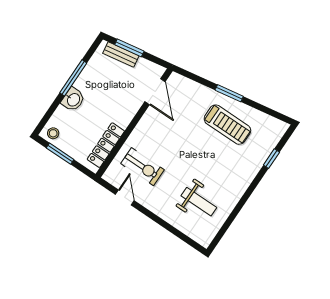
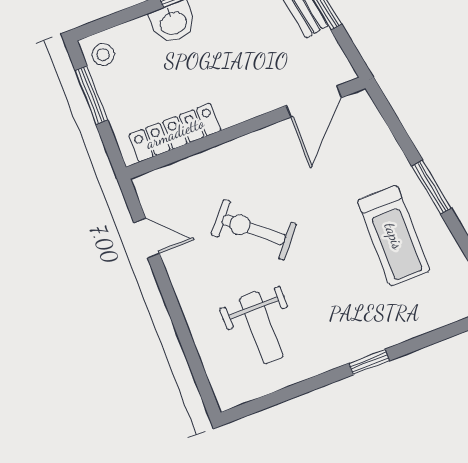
window: (271, 159) -> (369, 362), moved
exercise bike: (143, 167) -> (254, 230), moved, turned 130
door: (125, 197) -> (147, 238), hinge flipped

